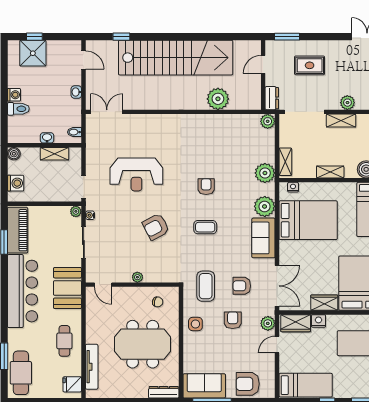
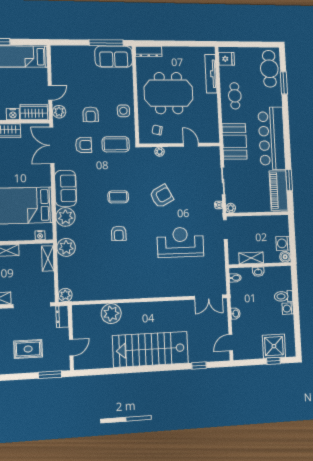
stairs: (176, 58) -> (150, 349), width x0.73
door: (83, 60) -> (231, 343), hinge flipped
washing machine: (16, 183) -> (283, 243), moved
plant: (137, 277) -> (160, 152), moved
door: (103, 285) -> (191, 145), moved
coffee table: (206, 286) -> (116, 144), turned 90
armchair: (248, 384) -> (75, 58), removed

